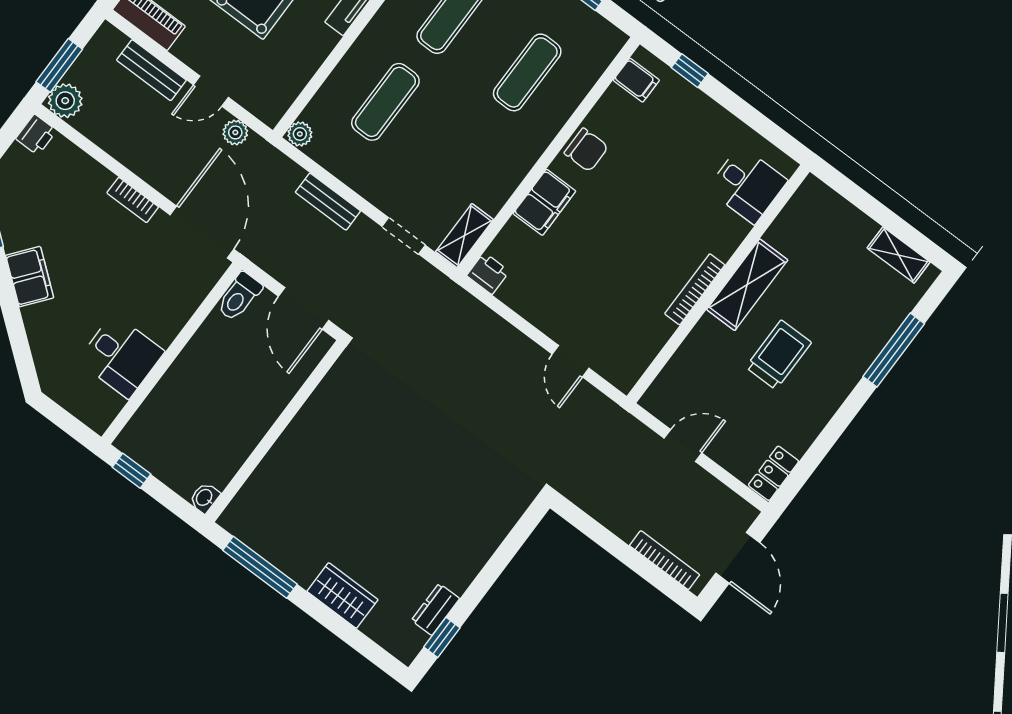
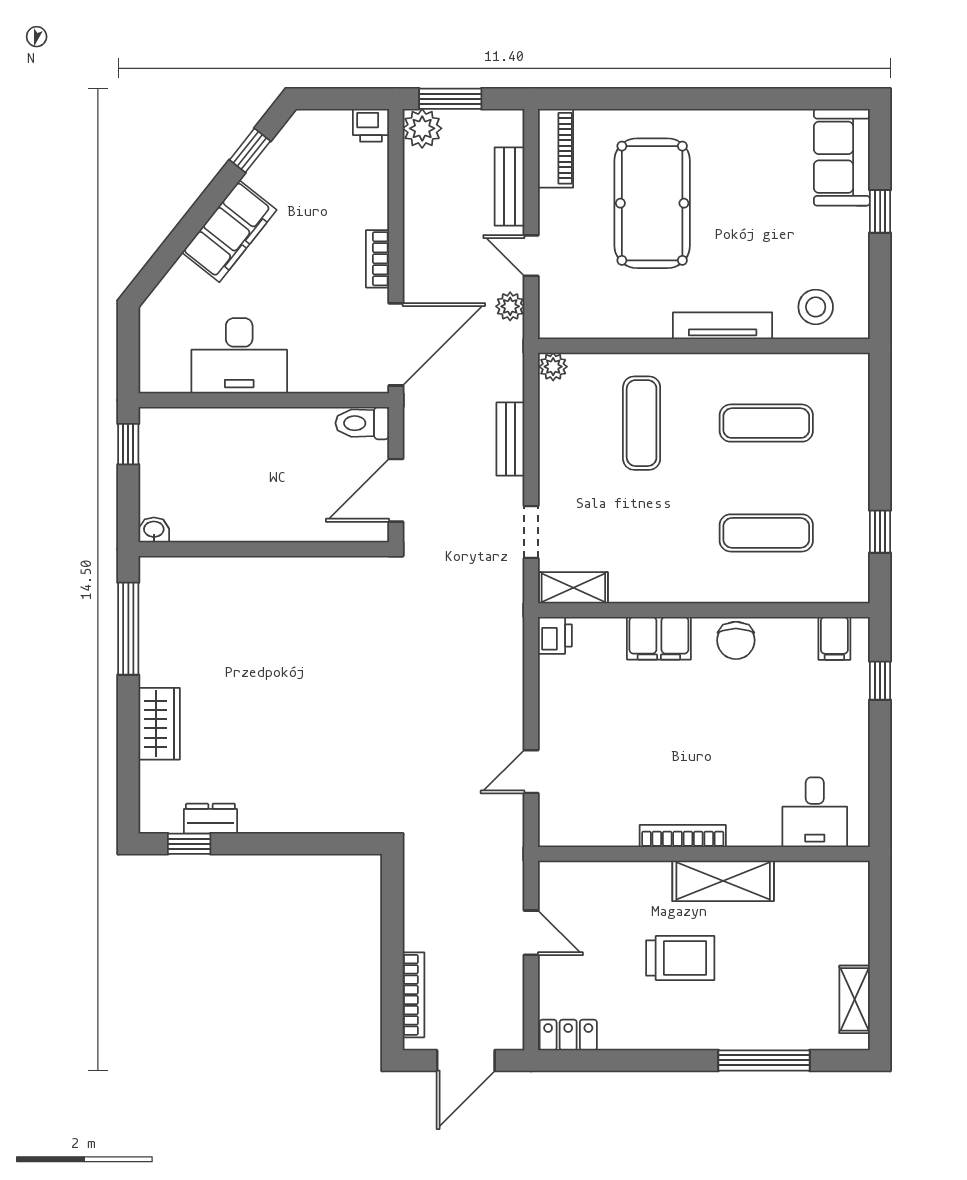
exercise mat: (385, 102) -> (642, 423), turned 90
filing cabinet: (30, 277) -> (229, 231), width x1.50, depth x1.17
desk: (121, 356) -> (239, 356), width x1.37

